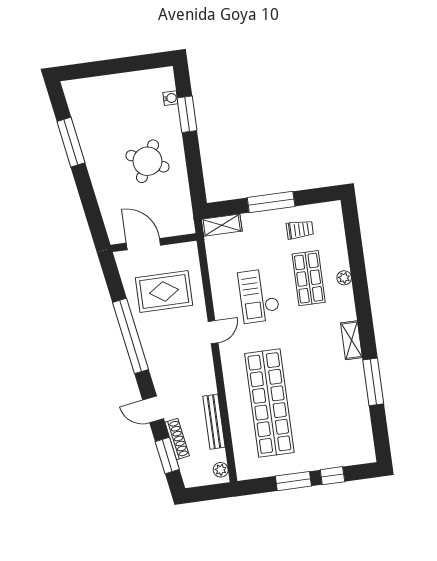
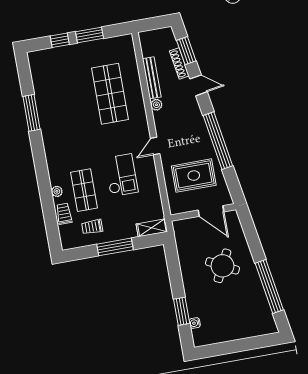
window: (71, 142) -> (269, 287), width x1.46
round table: (147, 161) -> (222, 266), moved
trolley: (336, 248) -> (64, 214), added
shelving: (351, 340) -> (49, 144), removed
shop shelf: (269, 403) -> (110, 94), width x0.71
plant: (221, 470) -> (156, 105), moved

